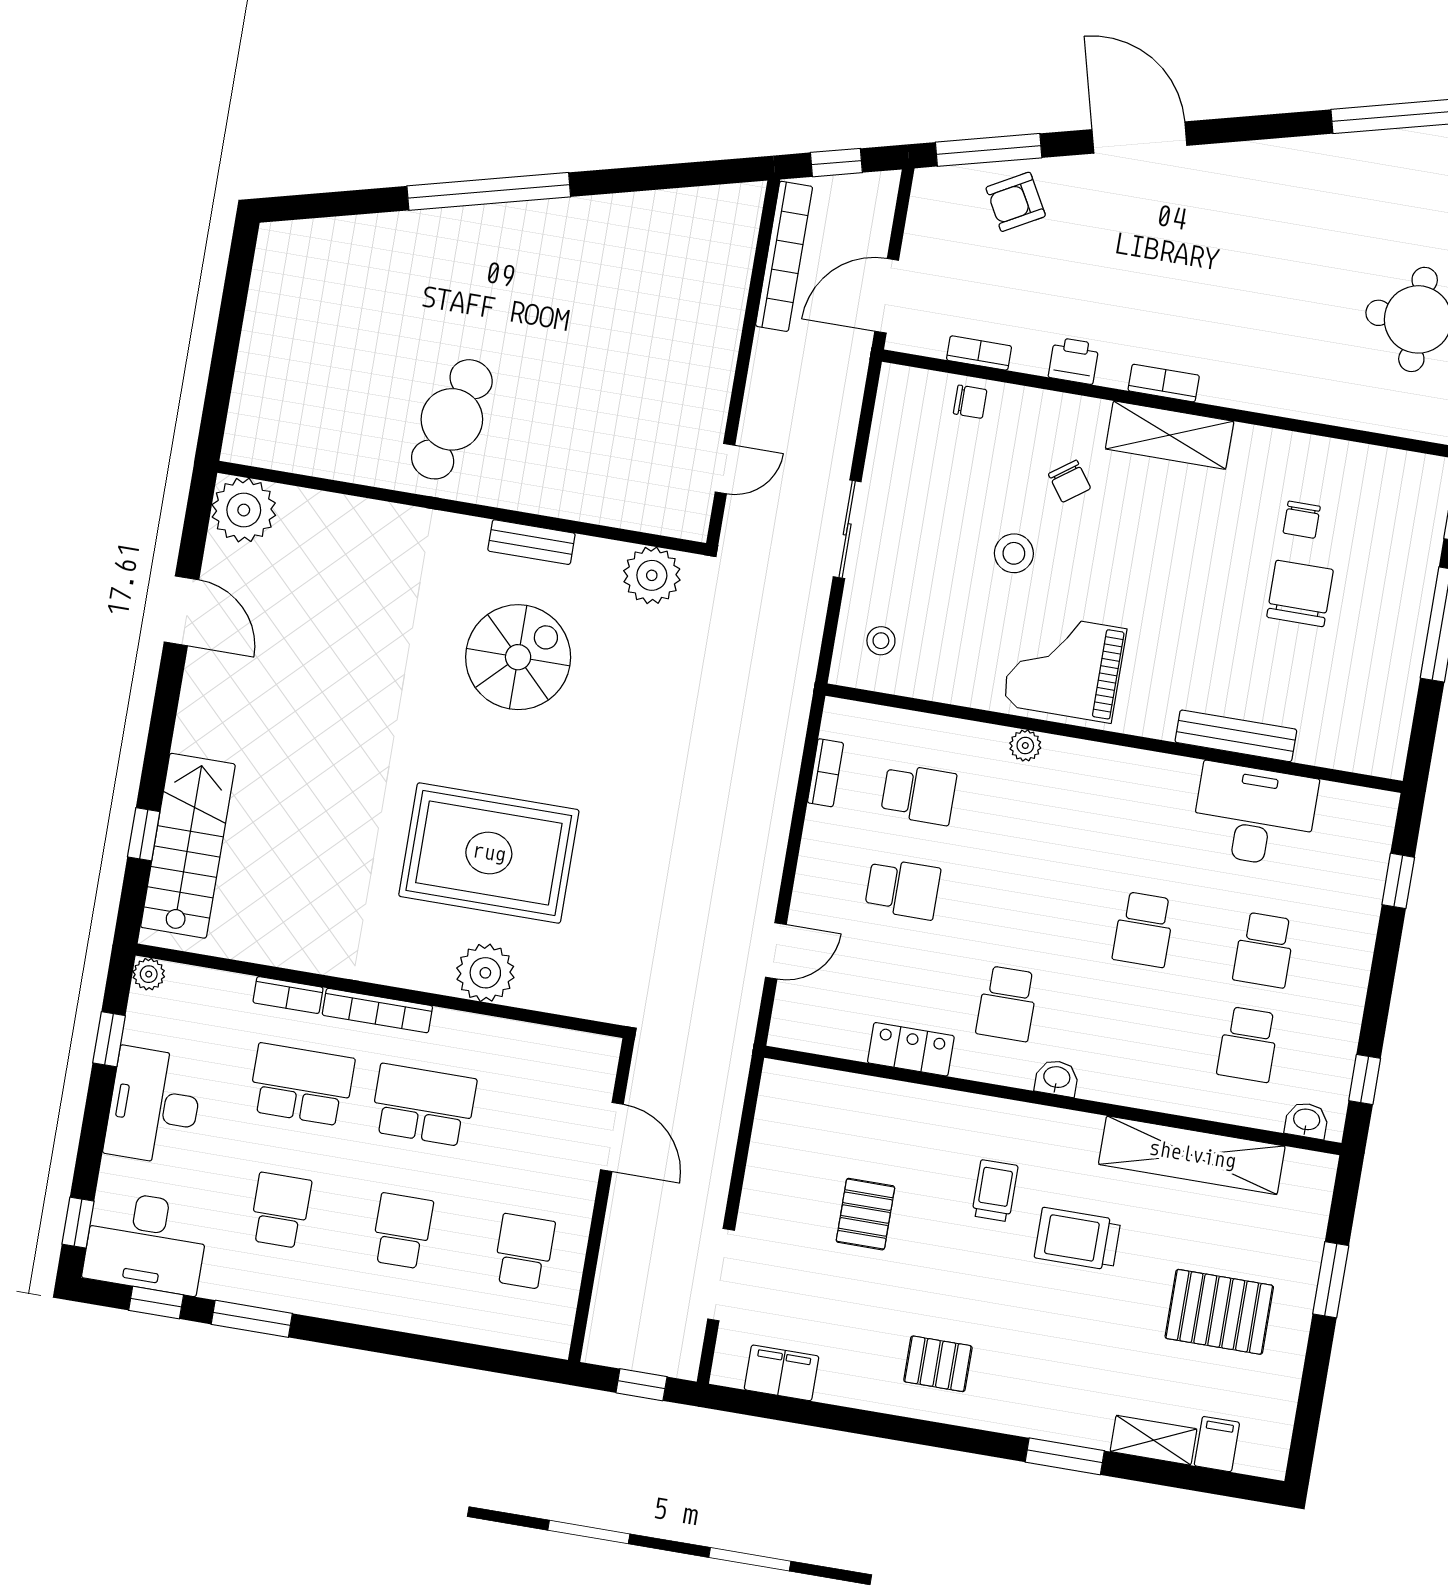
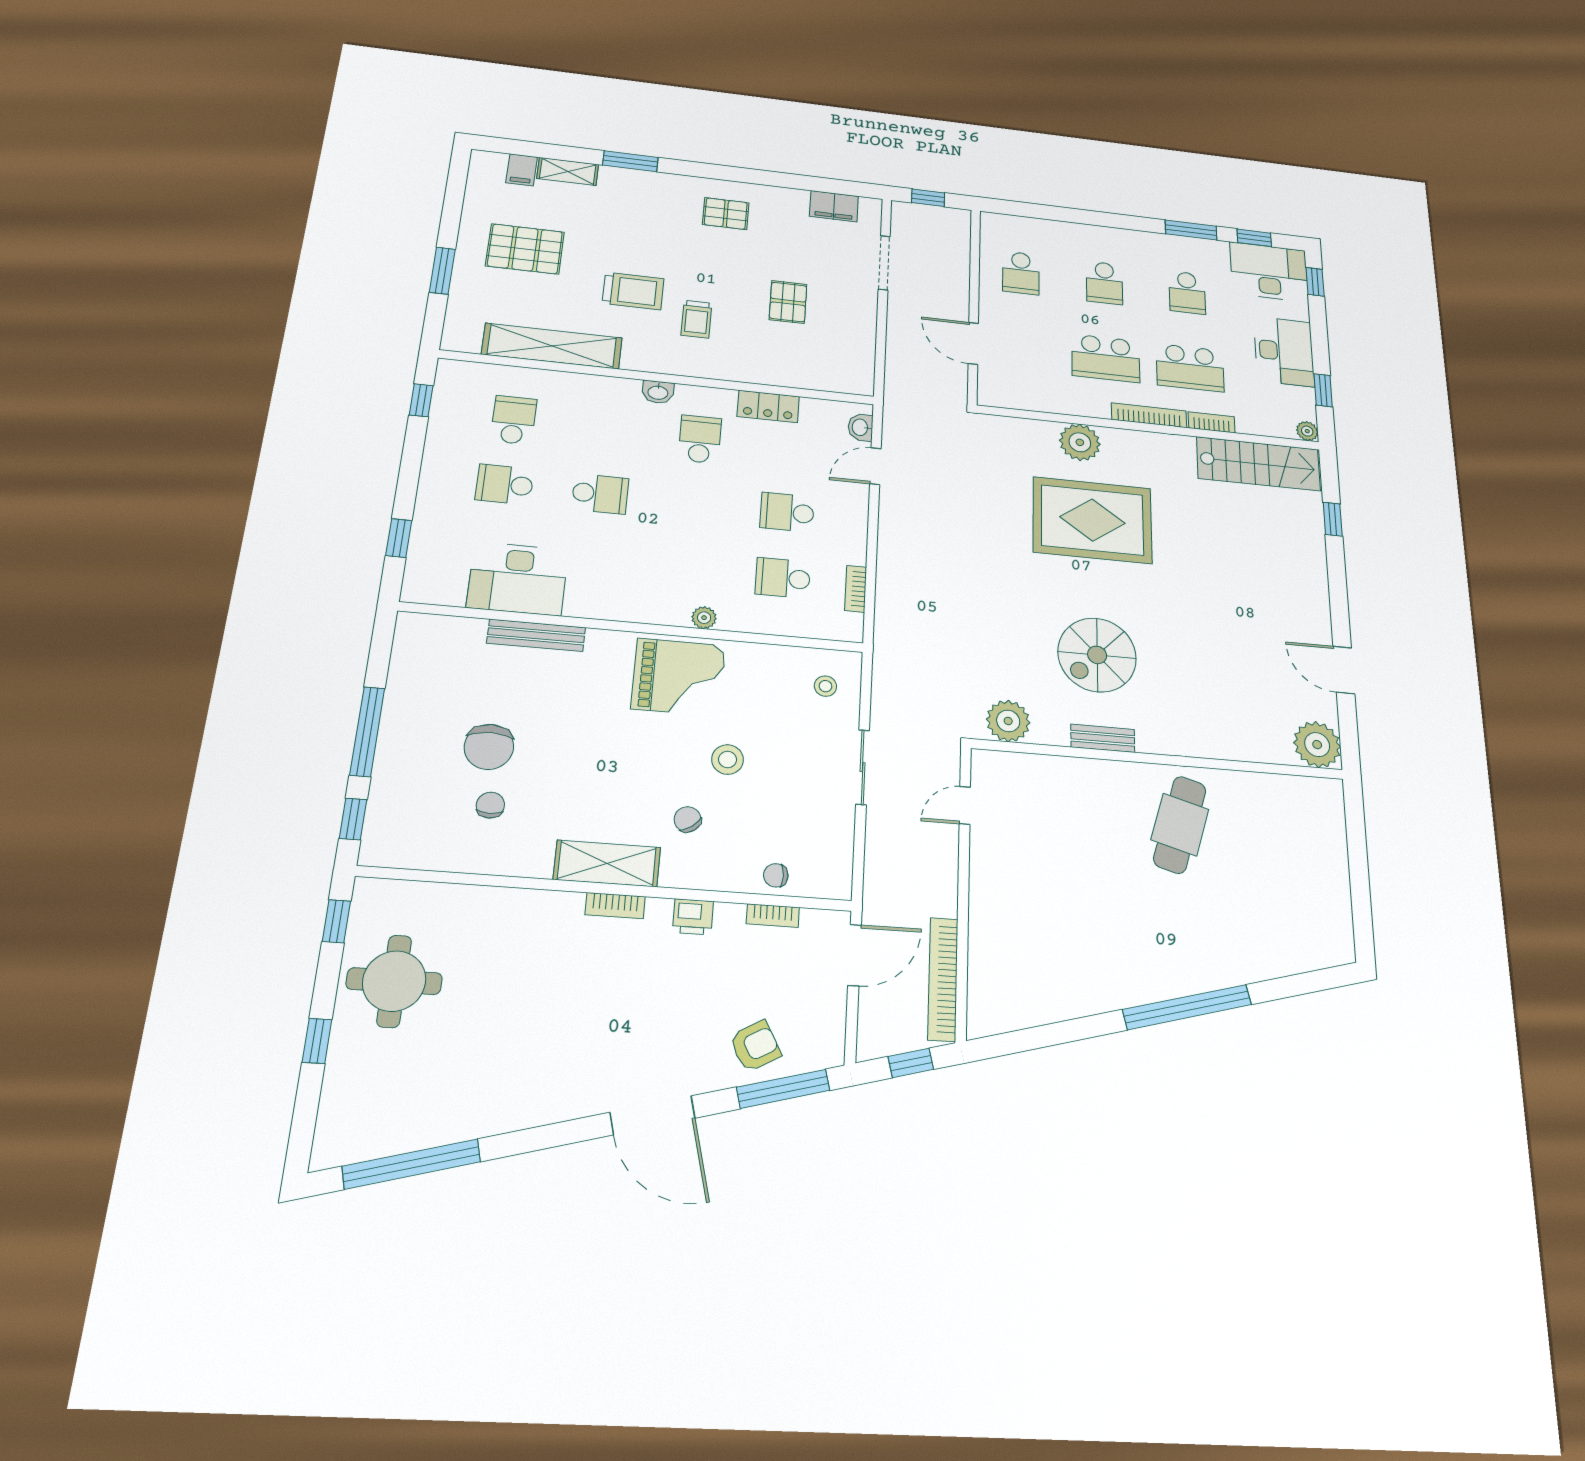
stairs: (188, 846) -> (1258, 464), moved, turned -90
school desk: (1144, 929) -> (600, 494), turned 90
school desk: (1264, 950) -> (505, 484), turned -90
washbasin: (1306, 1120) -> (861, 427), moved, turned 90

